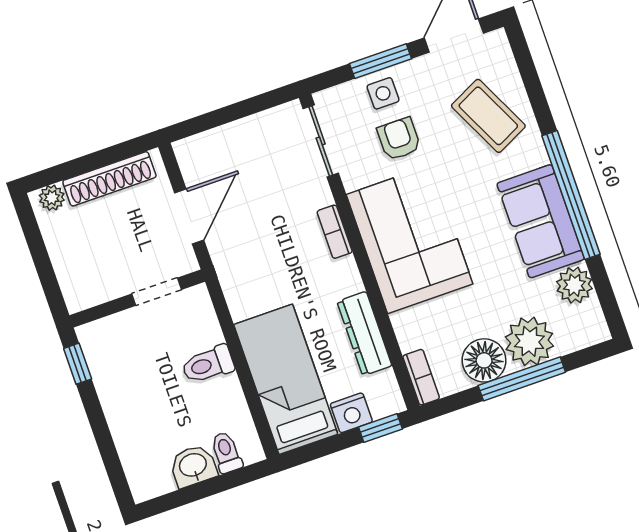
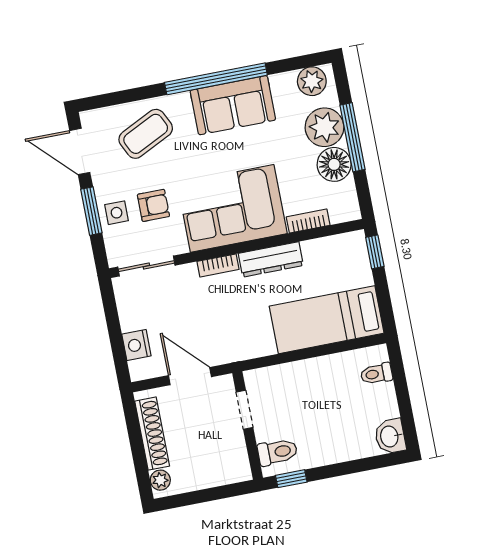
armchair: (399, 139) -> (153, 205), turned 180
plant: (574, 285) -> (312, 81), moved
dresser: (364, 334) -> (271, 259), moved
toilet: (208, 364) -> (277, 452), moved, turned -90
bookcase: (421, 377) -> (308, 221), moved
nightstand: (351, 413) -> (136, 345), moved, turned 180
washbasin: (193, 466) -> (390, 436), moved

